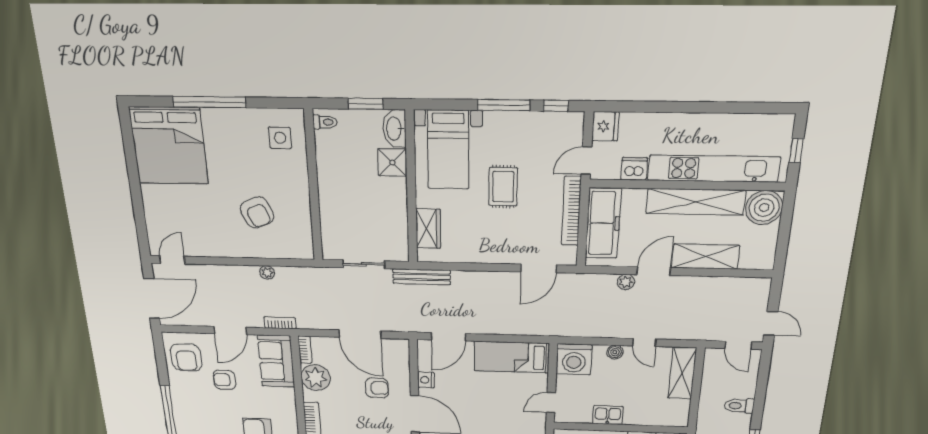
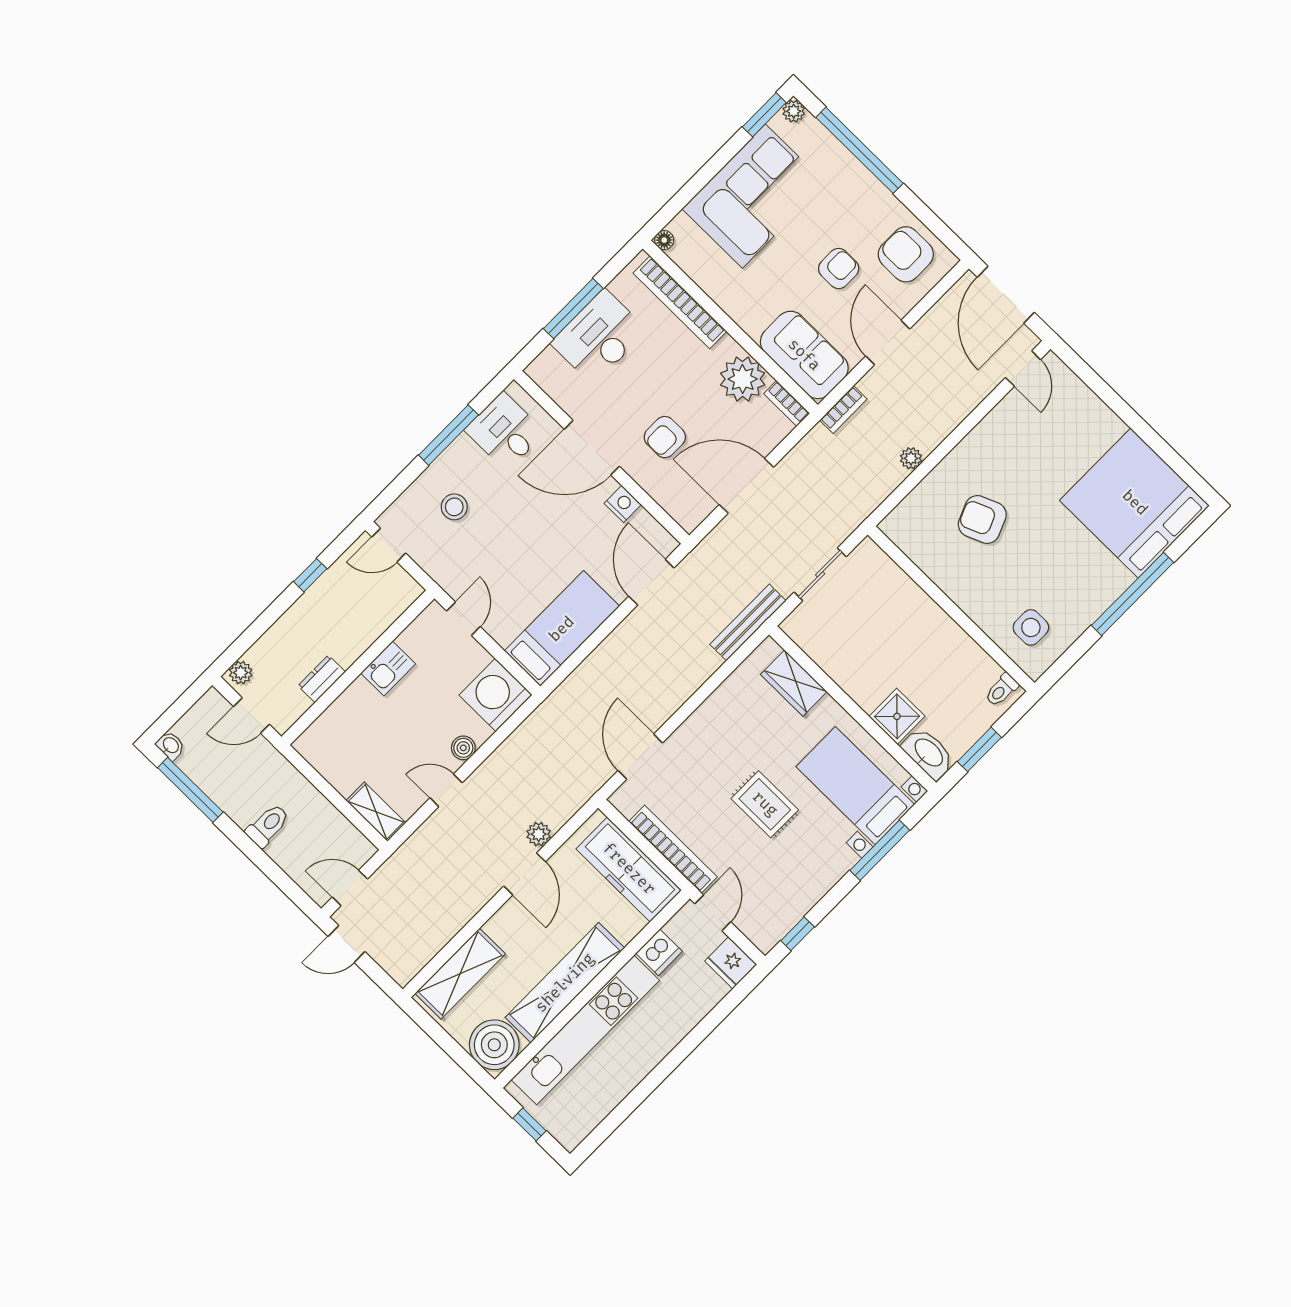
window: (504, 105) -> (880, 850), moved
shelving: (706, 257) -> (460, 974), moved
shelving: (682, 373) -> (376, 812), width x0.67, depth x0.75

